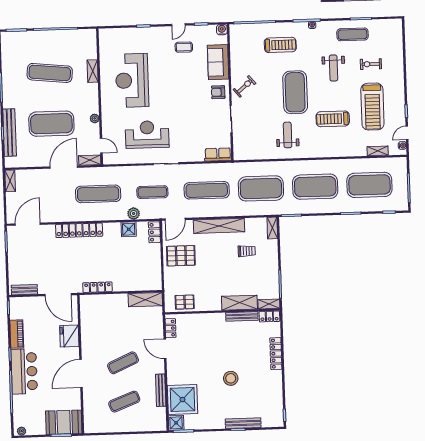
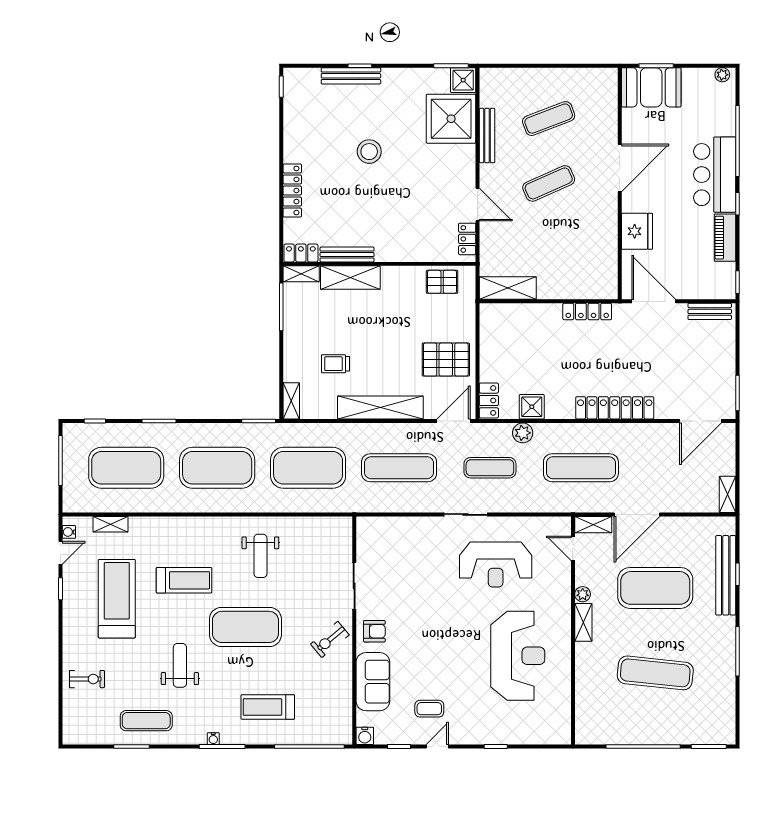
exercise bike: (371, 64) -> (87, 679), moved
shelving: (93, 71) -> (583, 622), moved
exercise mat: (295, 92) -> (245, 627), turned 90
row of seats: (218, 155) -> (378, 527), removed

